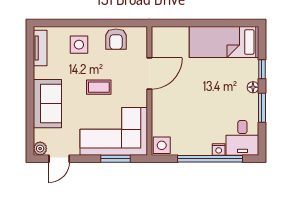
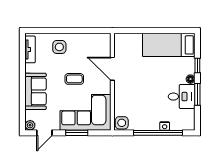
armchair: (116, 39) -> (87, 43), removed
door: (149, 74) -> (112, 69), swing flipped
desk: (242, 138) -> (182, 97), moved, turned -90
window: (116, 159) -> (77, 133), moved

